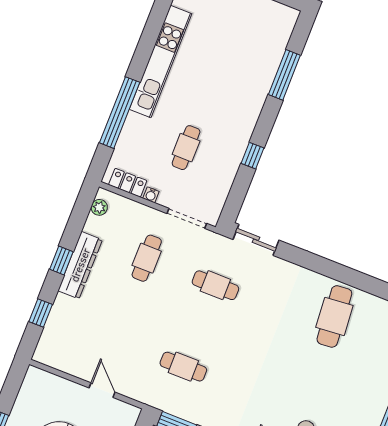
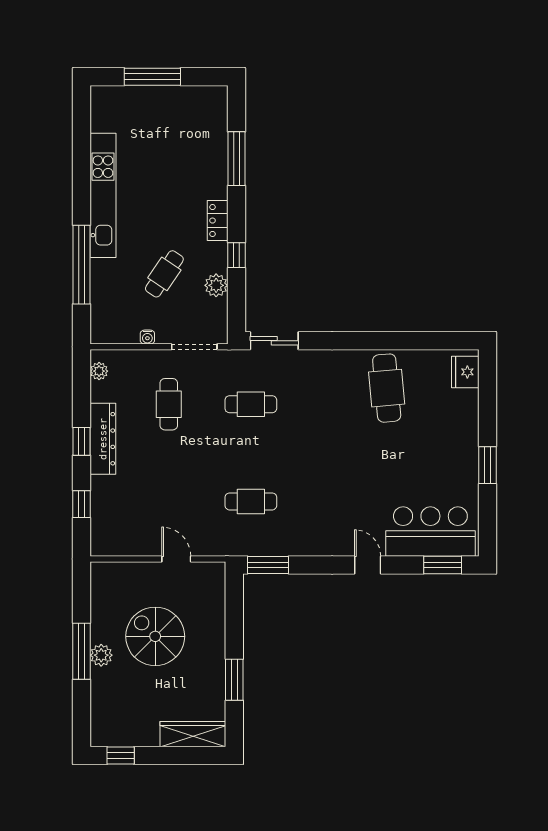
cafe table: (186, 148) -> (164, 274), turned 34
plant: (226, 174) -> (216, 285), added
locker: (128, 183) -> (218, 221), moved, turned -90

